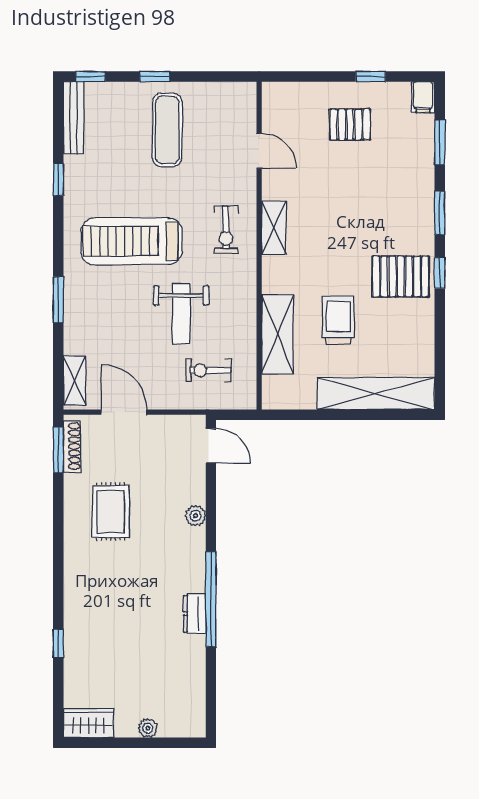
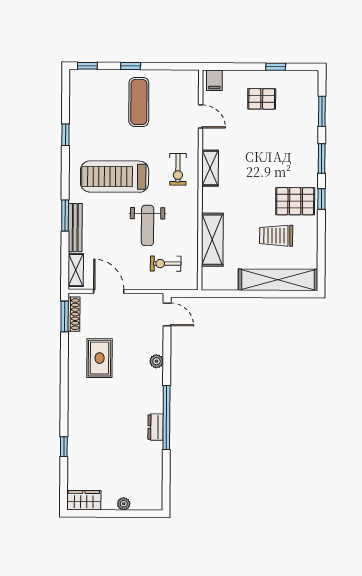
filing cabinet: (423, 97) -> (214, 80), moved
bench: (73, 118) -> (75, 228), moved
trolley: (338, 320) -> (276, 236), moved, turned -90

